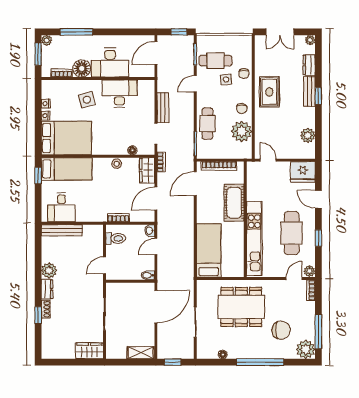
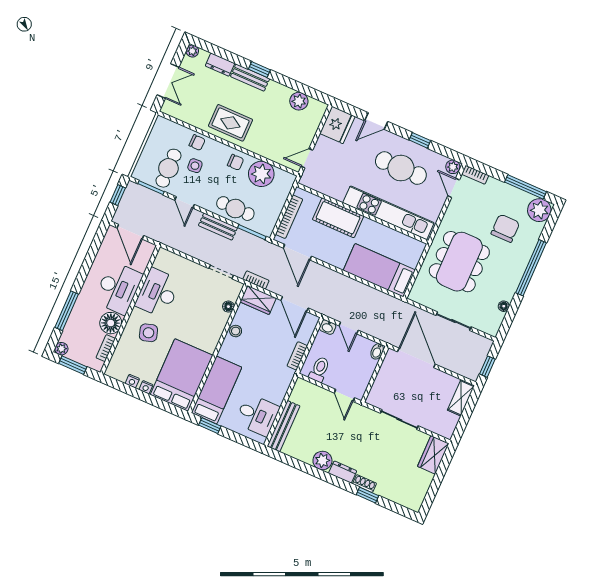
bench: (163, 108) -> (218, 227), moved

